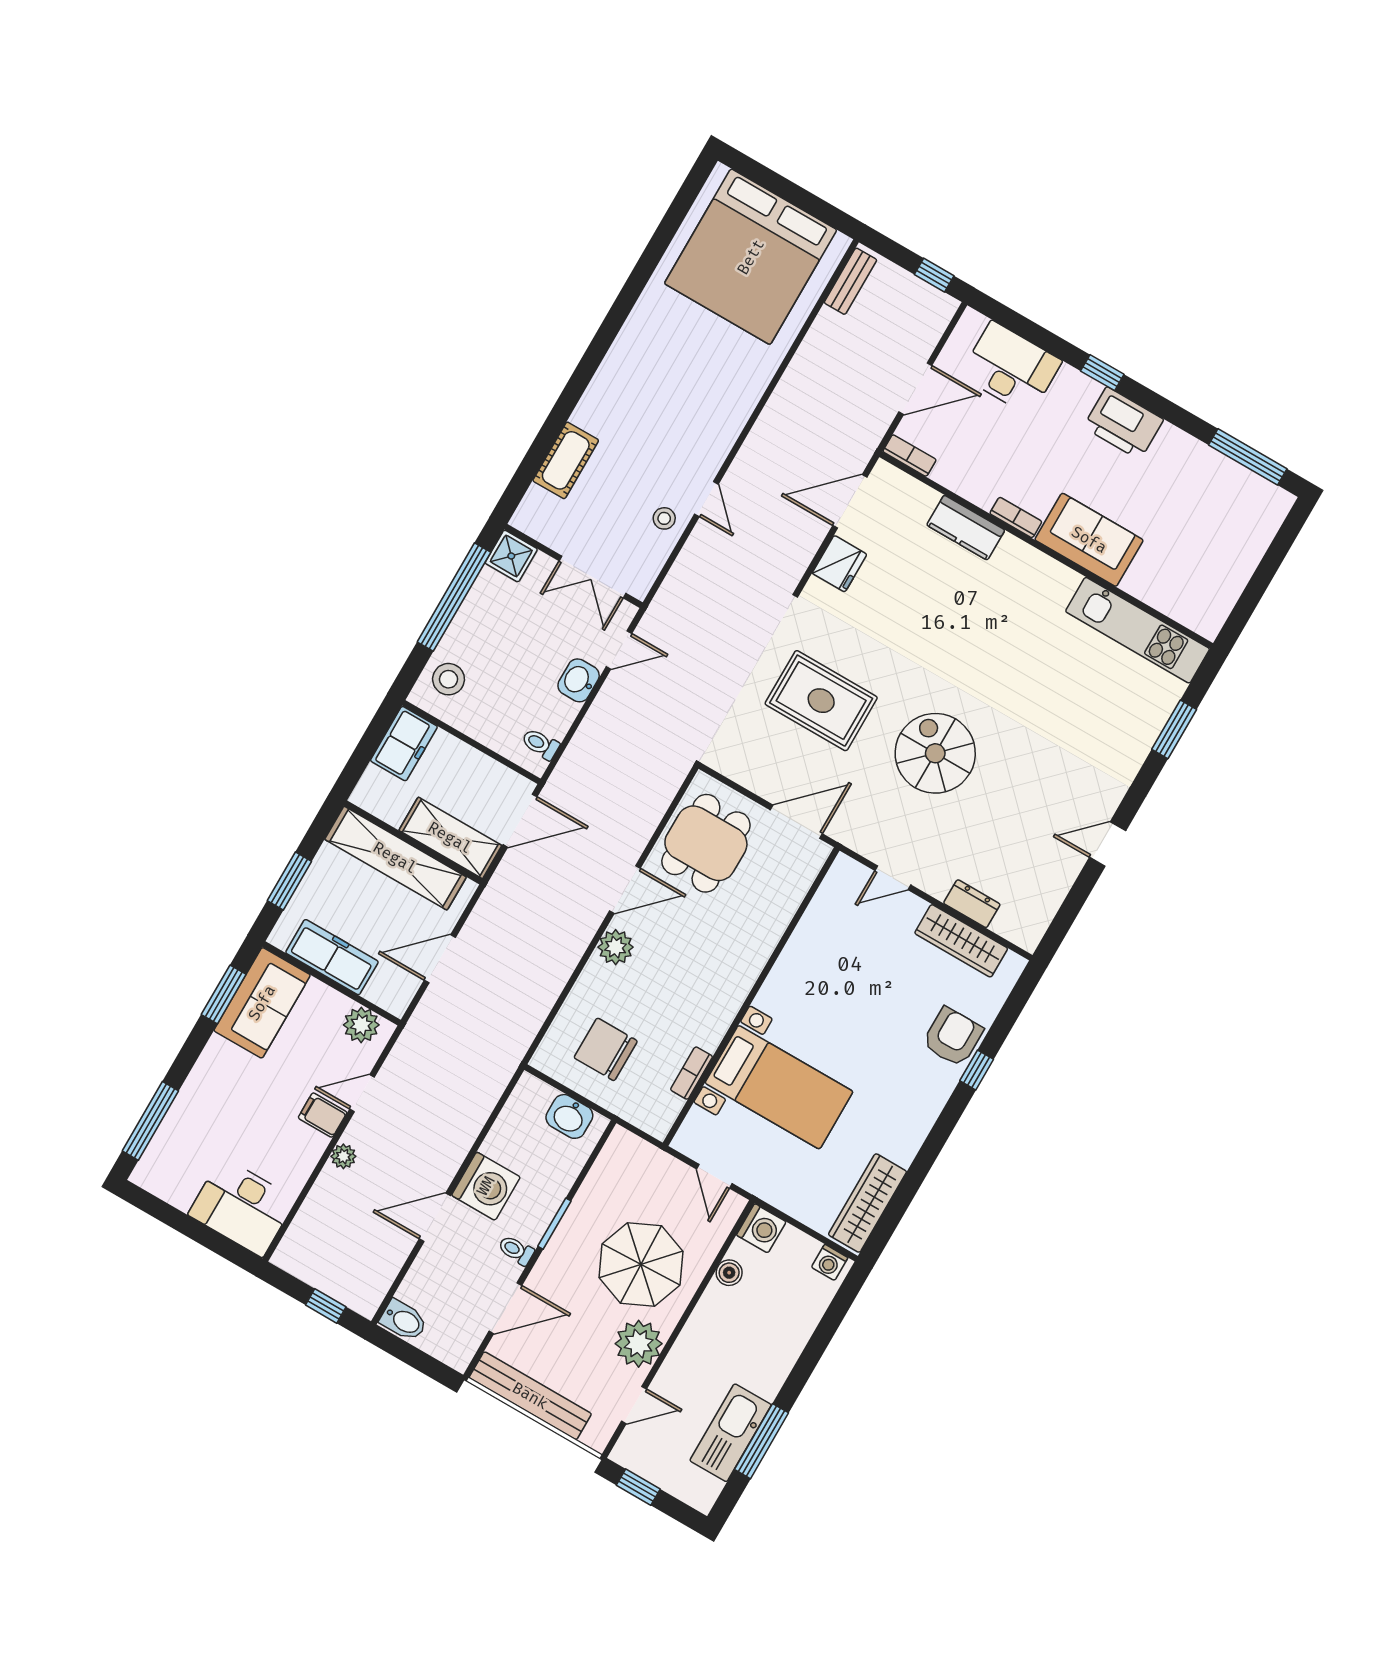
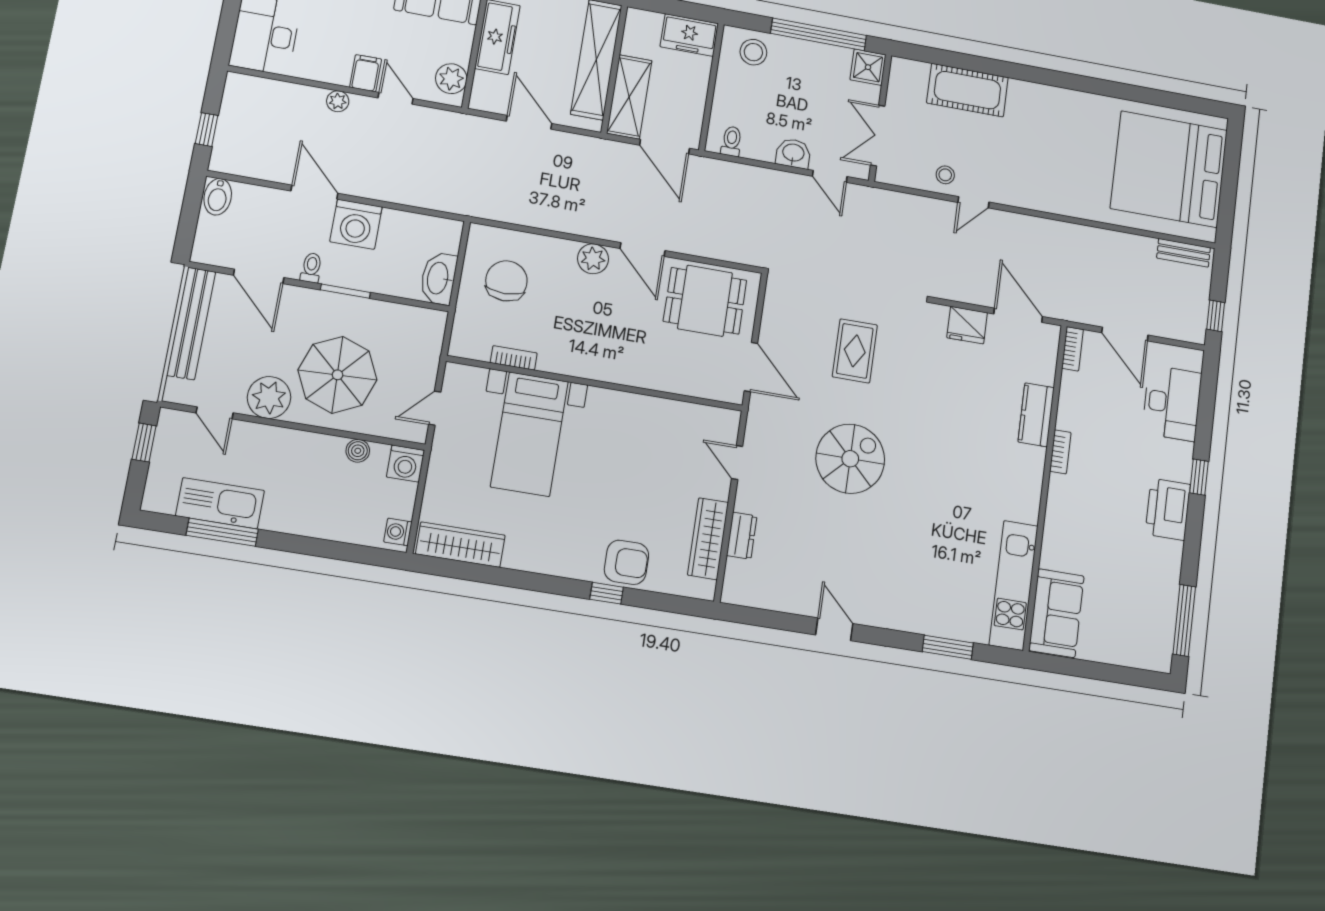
cot: (566, 460) -> (967, 90), width x1.37, depth x1.34
sofa: (1089, 540) -> (1057, 613), moved
rug: (821, 701) -> (855, 351), width x0.73, depth x0.70
washbasin: (569, 1116) -> (439, 278), width x1.38

